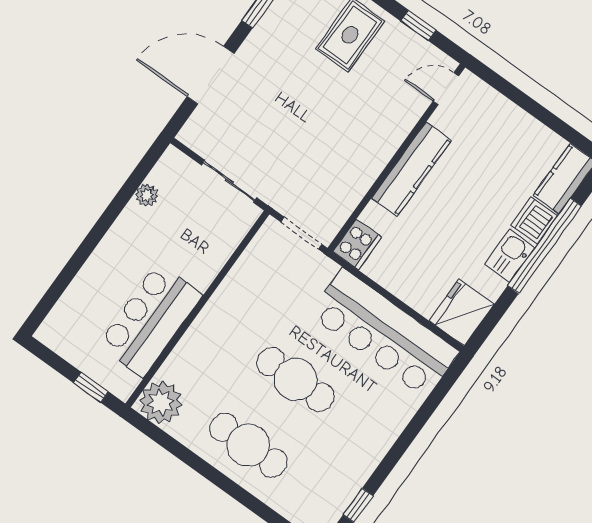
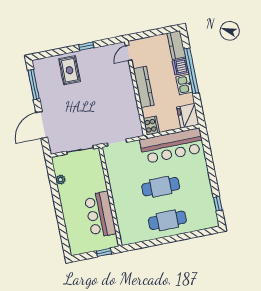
door: (446, 89) -> (129, 53), moved
wall: (396, 158) -> (136, 88), moved
kitchen counter: (411, 169) -> (144, 87), moved
cooker: (357, 244) -> (151, 126), moved
plant: (161, 402) -> (129, 235), removed

